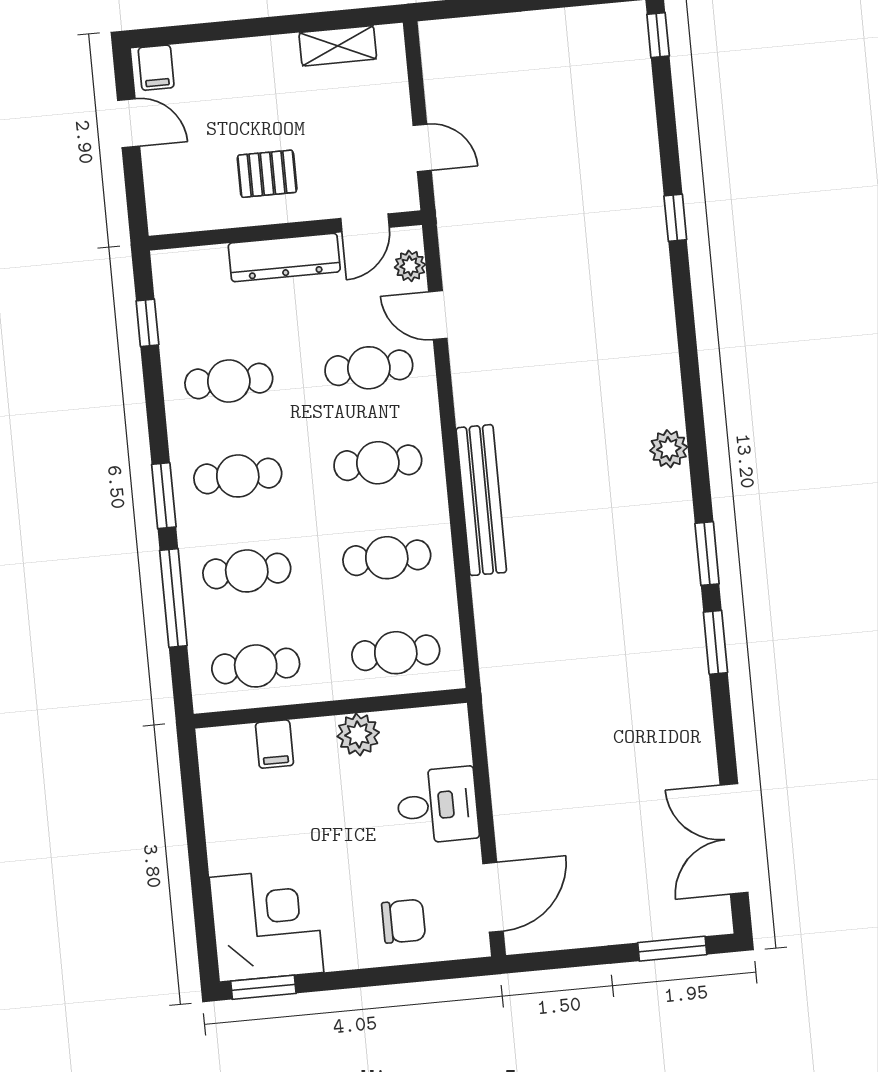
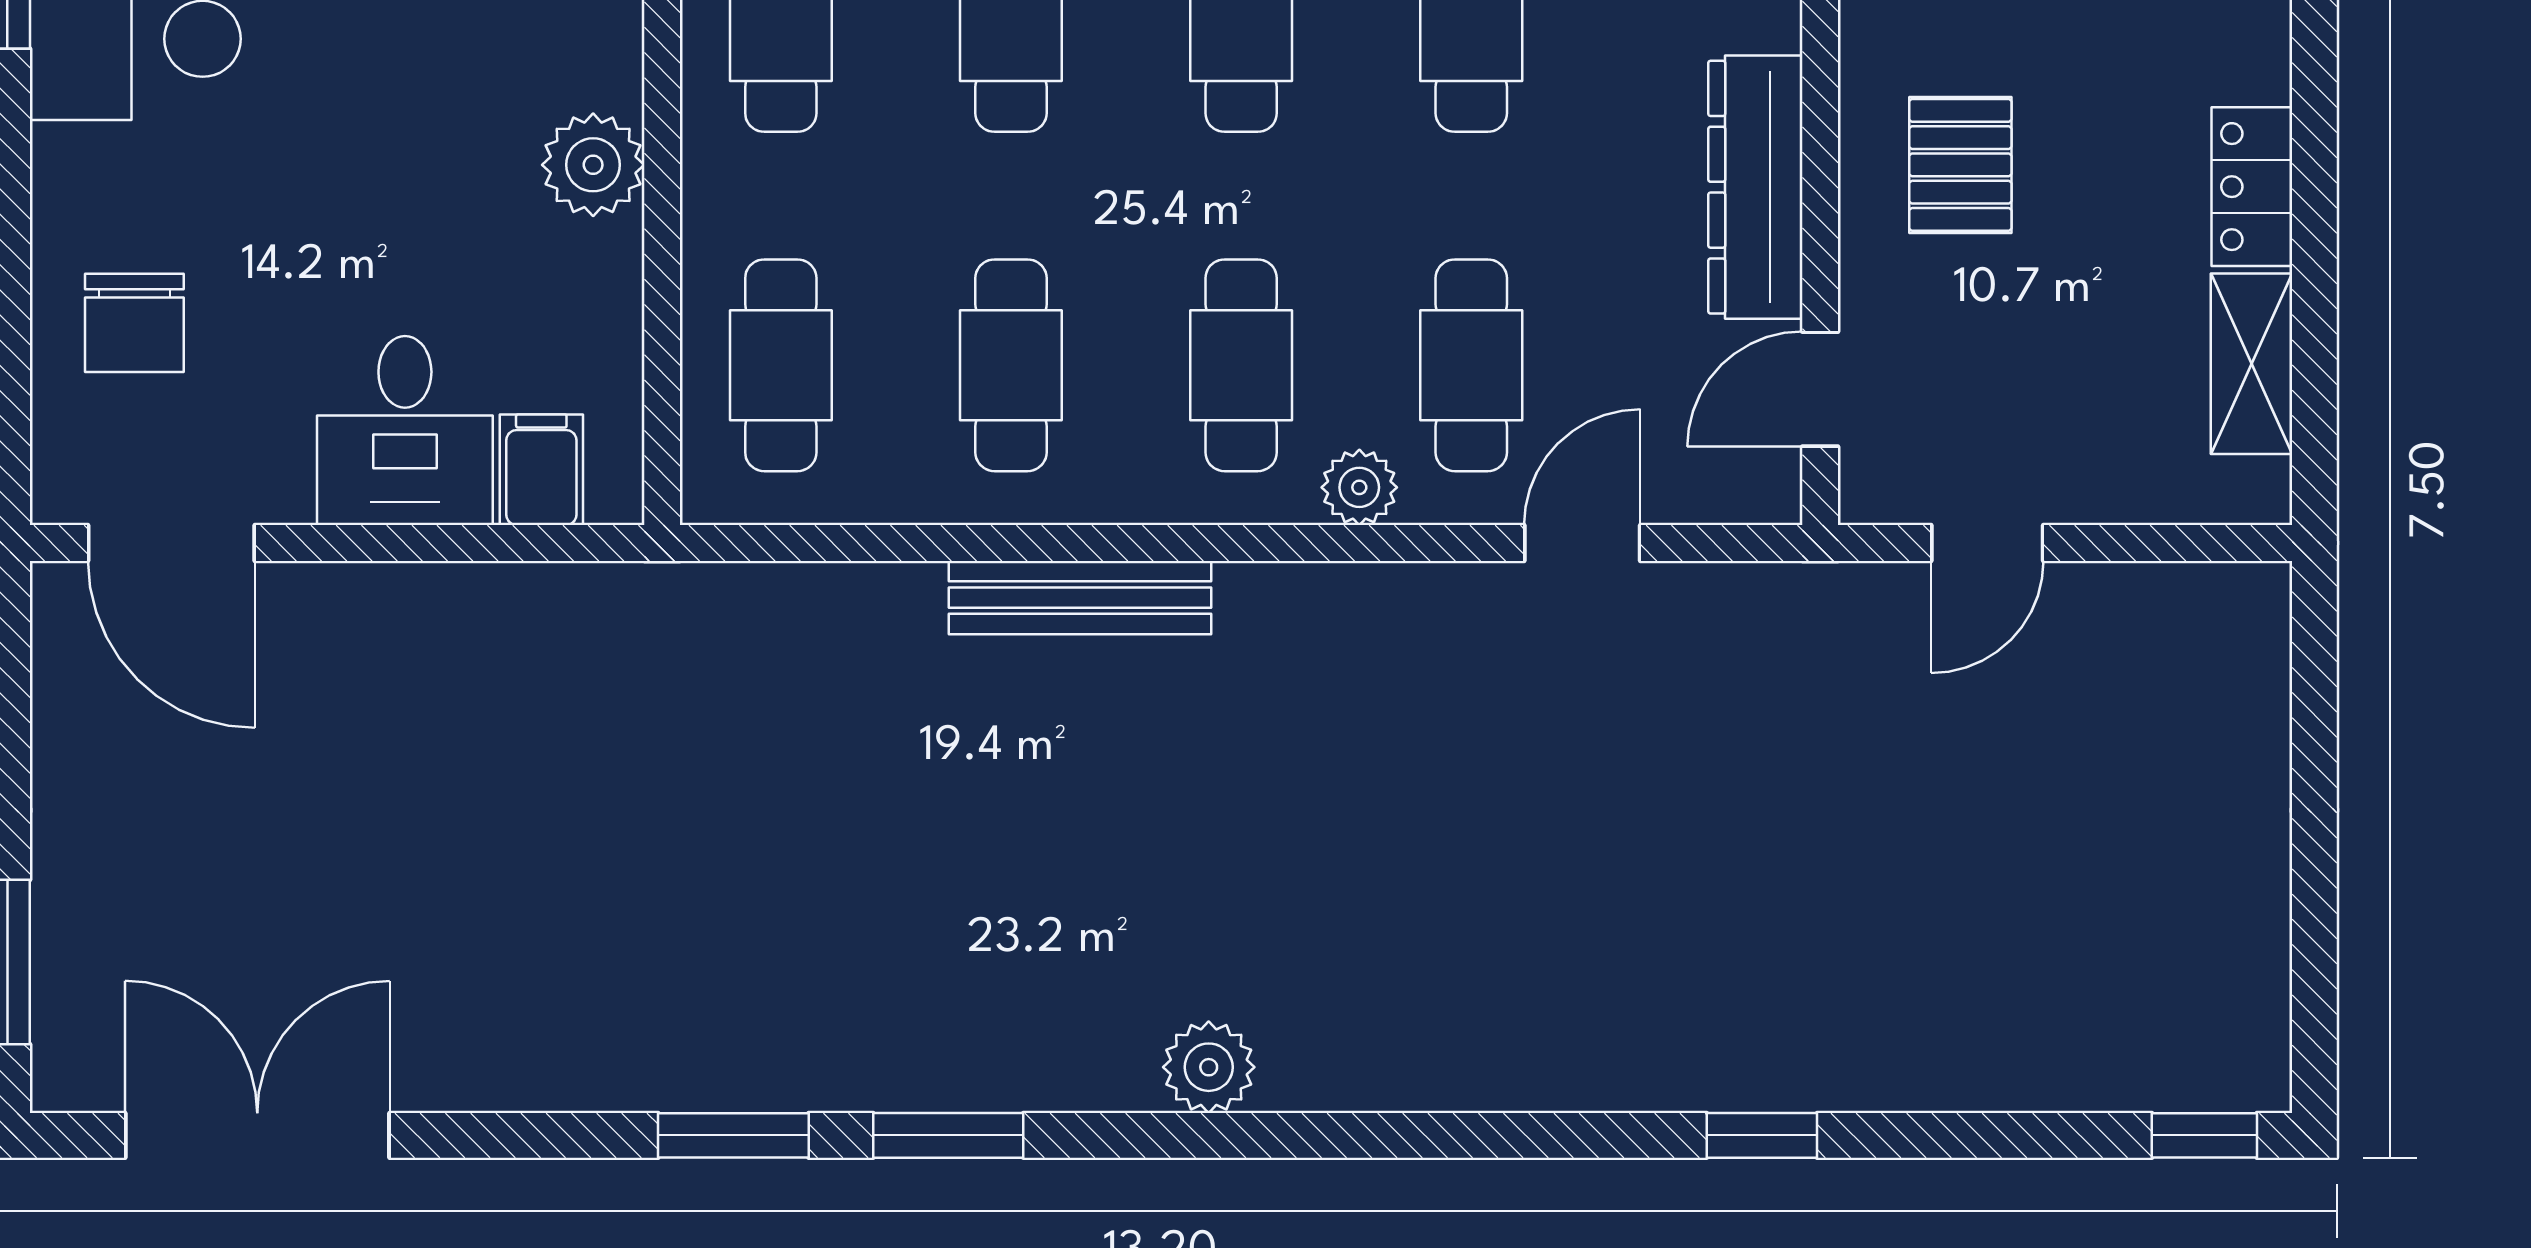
locker: (265, 53) -> (2252, 187), added
door: (365, 223) -> (1820, 389), hinge flipped
plant: (410, 266) -> (1359, 487), moved
bench: (481, 500) -> (1080, 598), width x0.73, depth x0.82
plant: (358, 734) -> (593, 165), moved
filing cabinet: (274, 744) -> (541, 470), moved, turned 90

